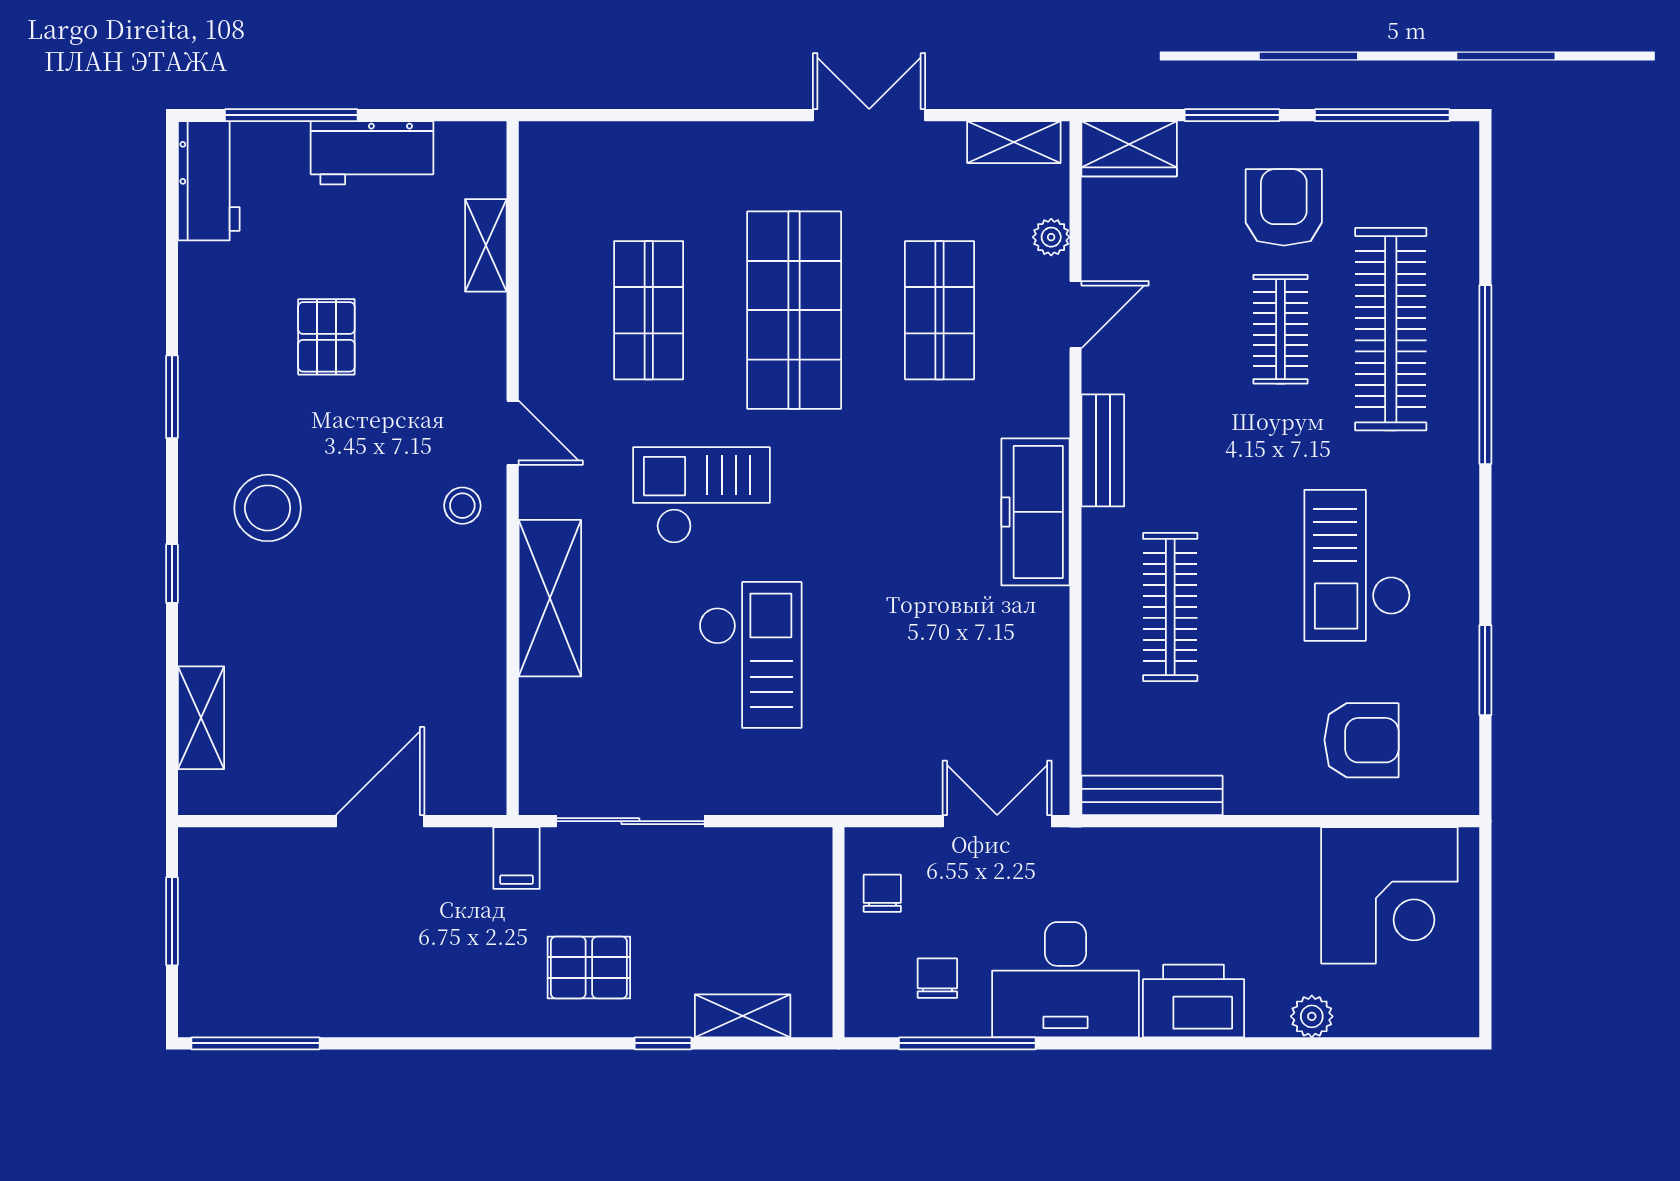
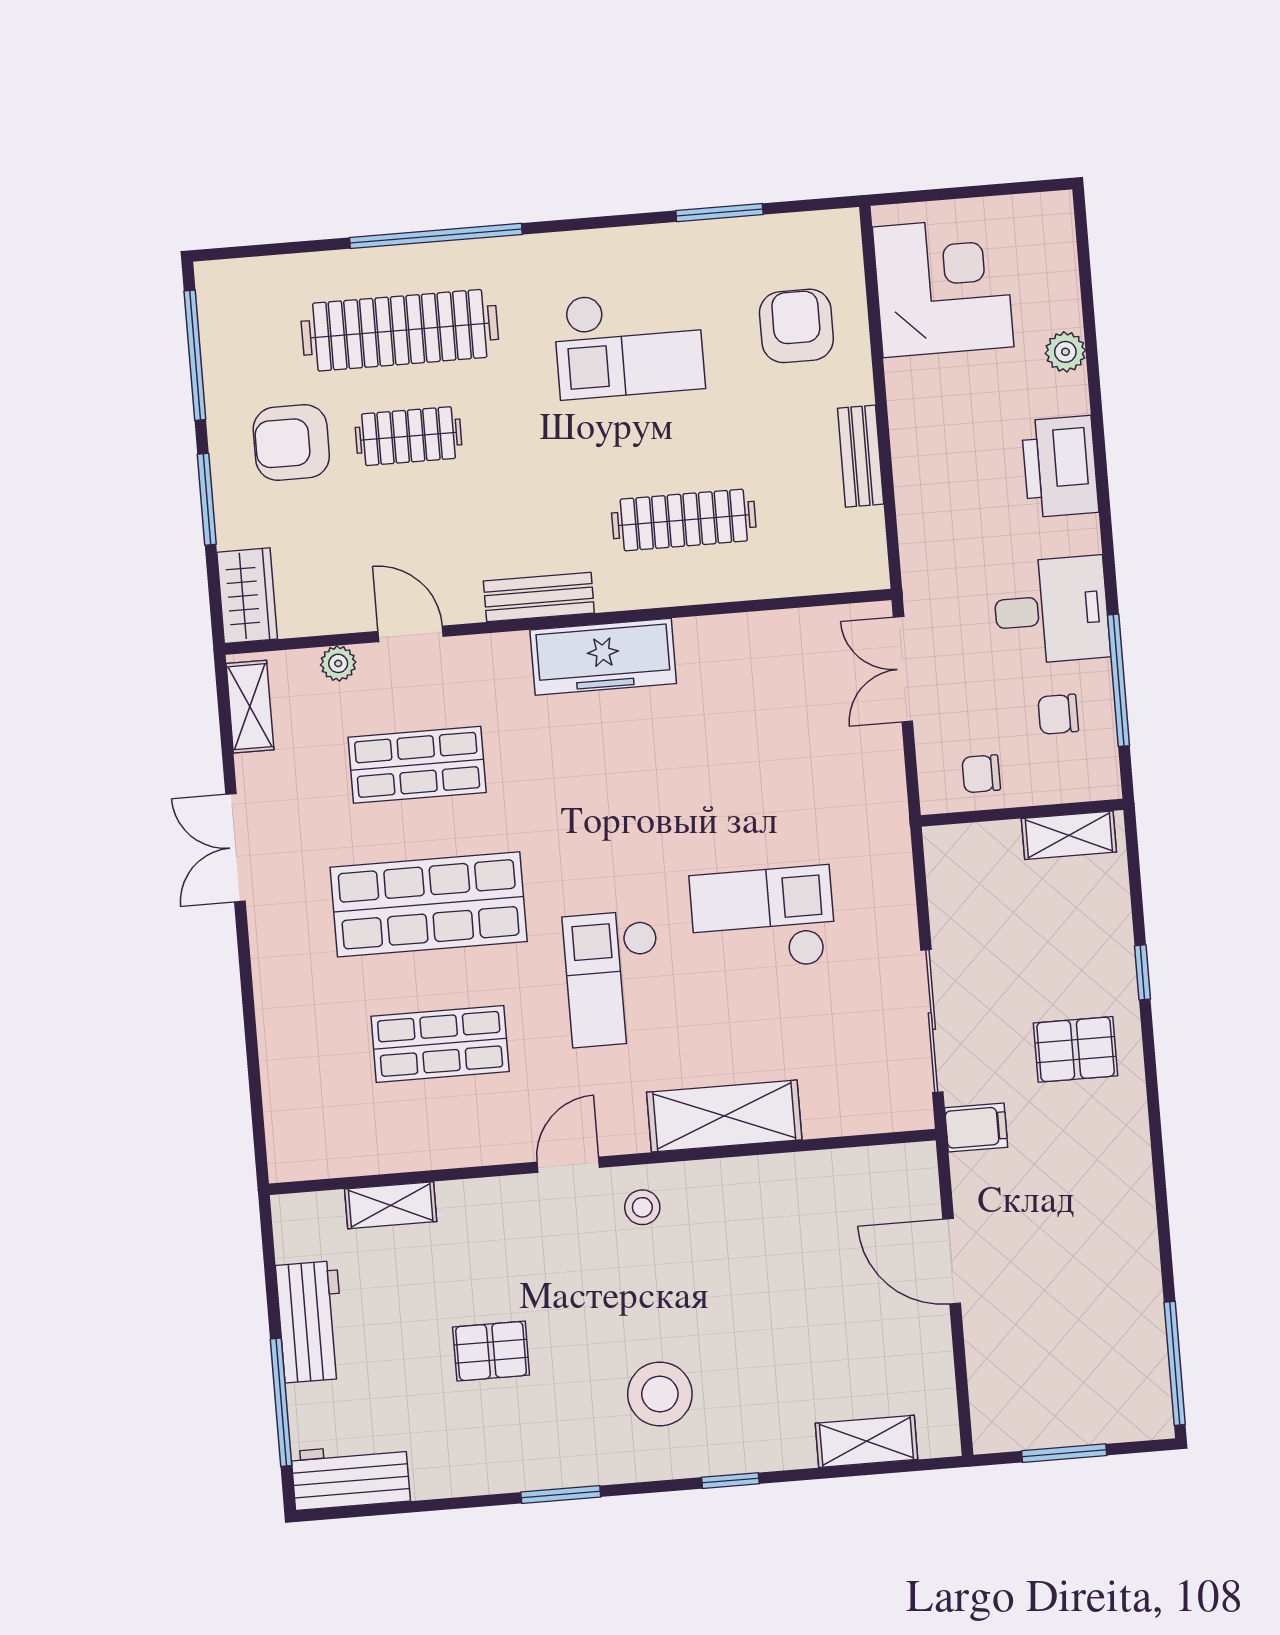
bench: (1152, 795) -> (861, 456), moved, width x0.73
pallet: (589, 967) -> (1076, 1049), turned 90
desk: (1066, 980) -> (1051, 610), width x0.73
shelving: (743, 1016) -> (1069, 835), moved, turned 90

